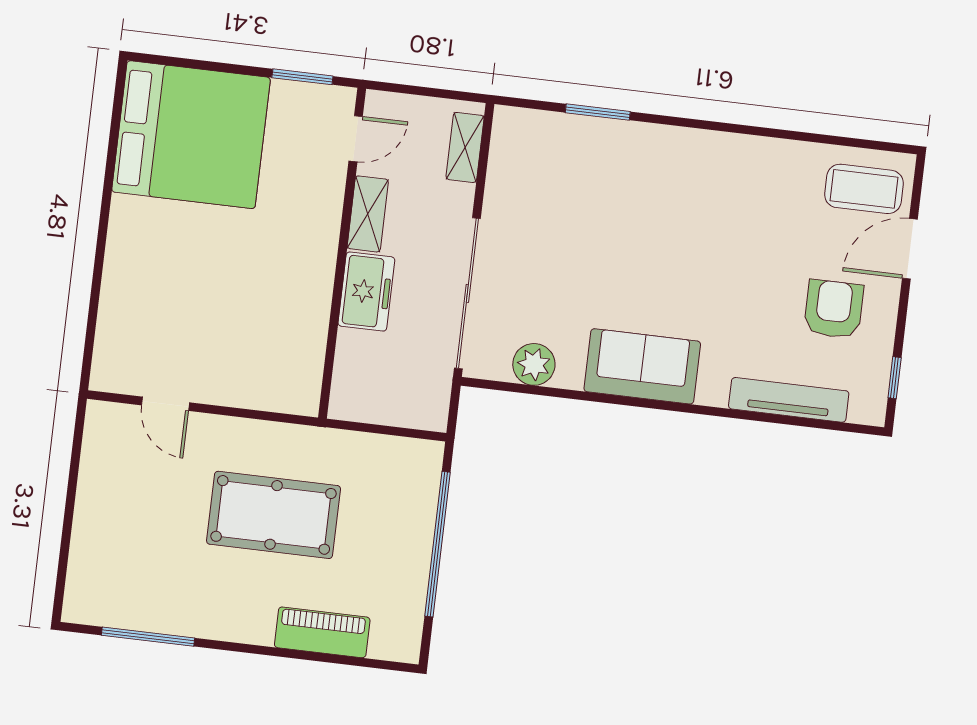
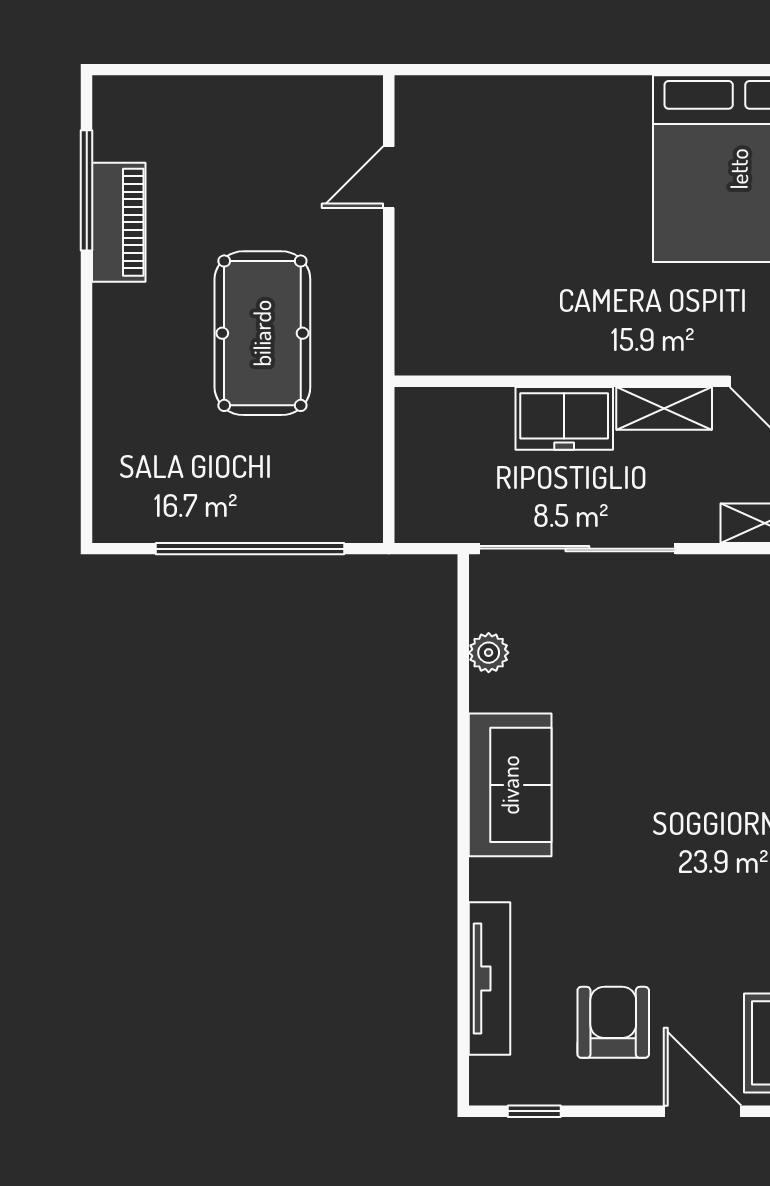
armchair: (834, 309) -> (613, 1022), turned -90
plant: (534, 364) -> (489, 653), width x0.73, depth x0.73
piano: (322, 632) -> (119, 222), moved

